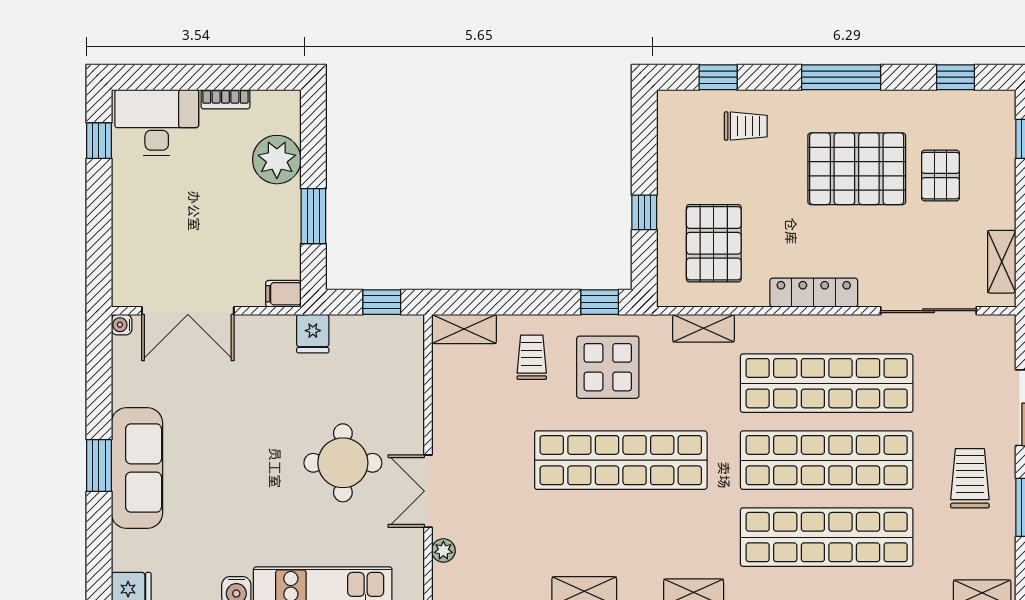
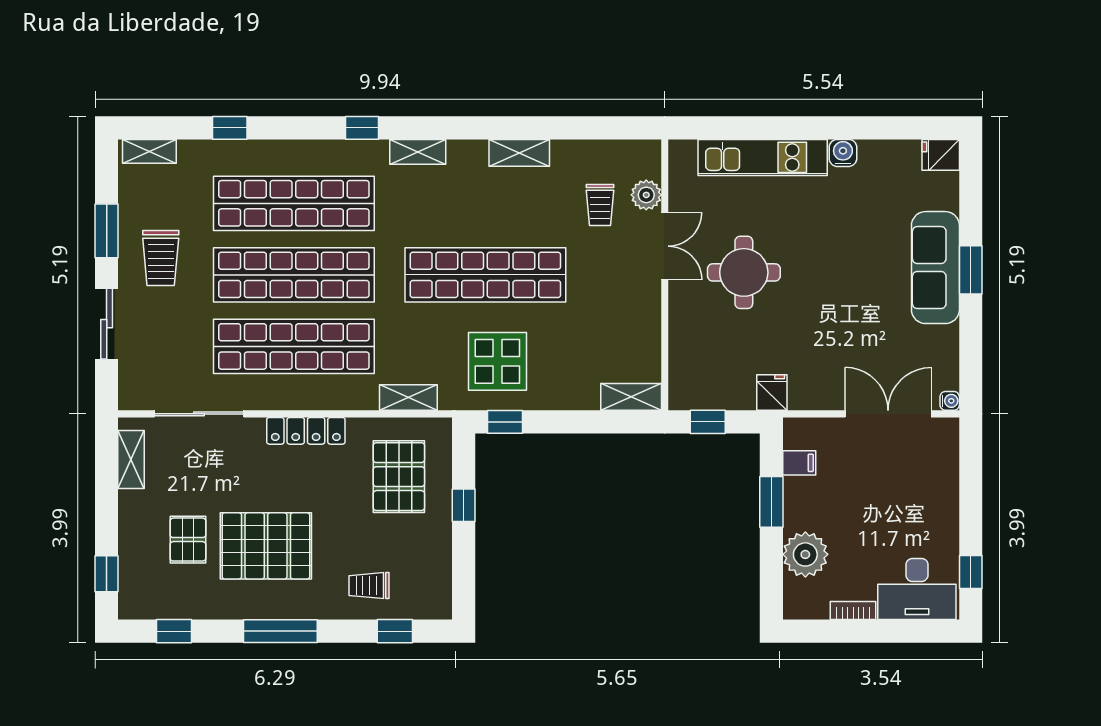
filing cabinet: (283, 294) -> (799, 463), moved
trolley: (532, 357) -> (600, 205), moved
plant: (443, 550) -> (646, 195), width x1.38, depth x1.38

